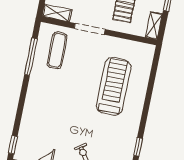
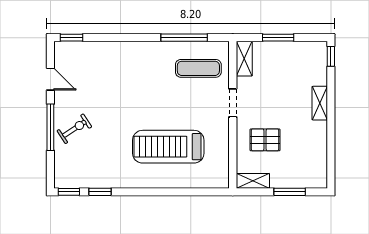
doorway: (90, 29) -> (233, 103), width x0.73
treadmill: (114, 86) -> (168, 147), turned 180

